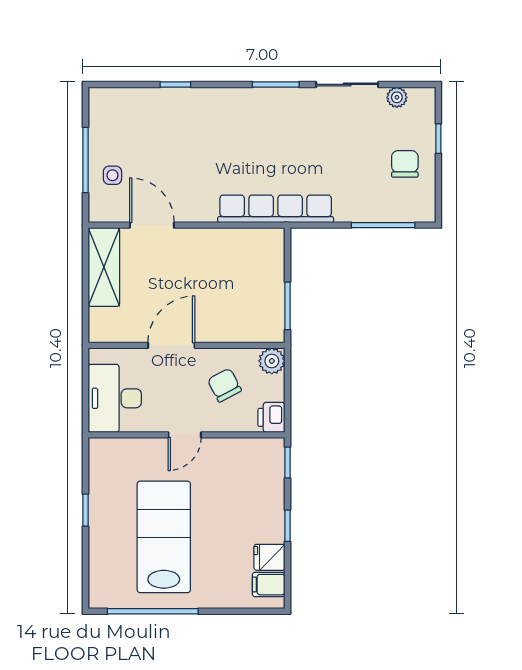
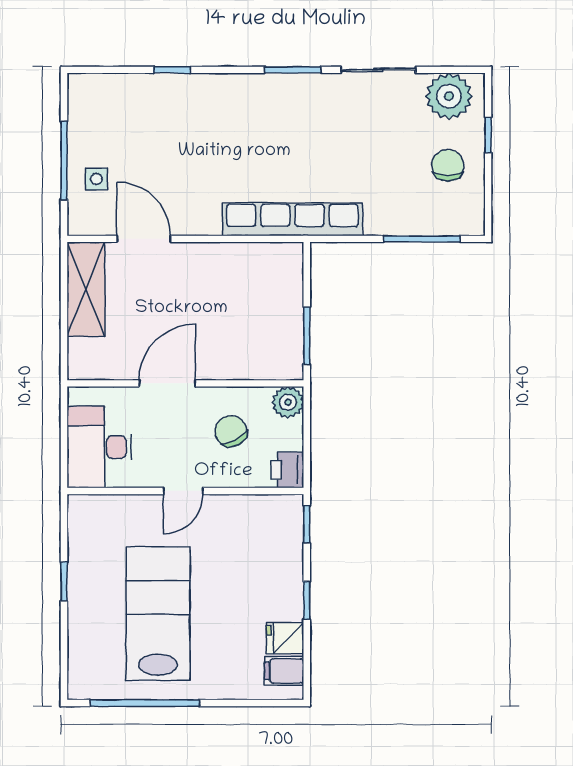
plant: (397, 97) -> (449, 96), width x1.87, depth x1.87

